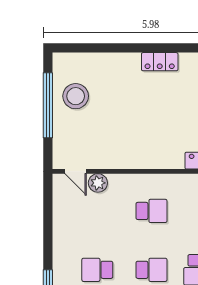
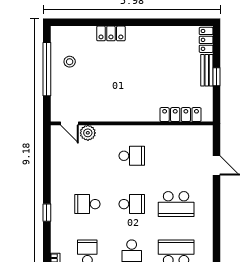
locker: (160, 62) -> (111, 33), moved
stool: (76, 96) -> (70, 62), width x0.53, depth x0.53

